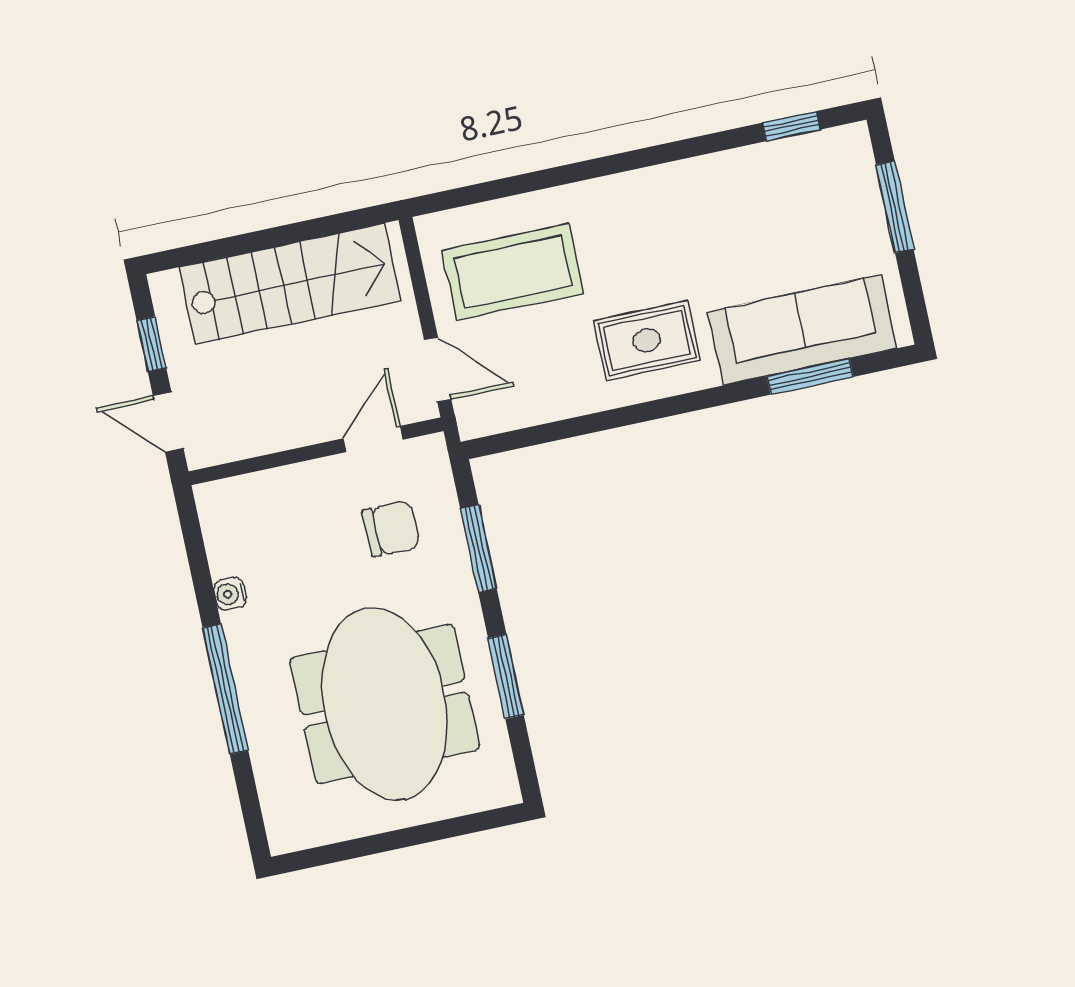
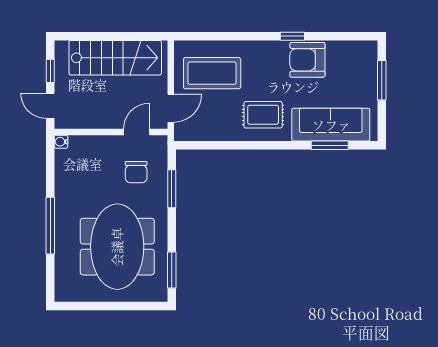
window: (791, 126) -> (292, 36), moved
armchair: (719, 197) -> (307, 60), added
door: (438, 369) -> (171, 108), hinge flipped
chair: (391, 529) -> (136, 172), turned 90
water cooler: (230, 594) -> (61, 142), moved
window: (506, 677) -> (172, 270), moved

